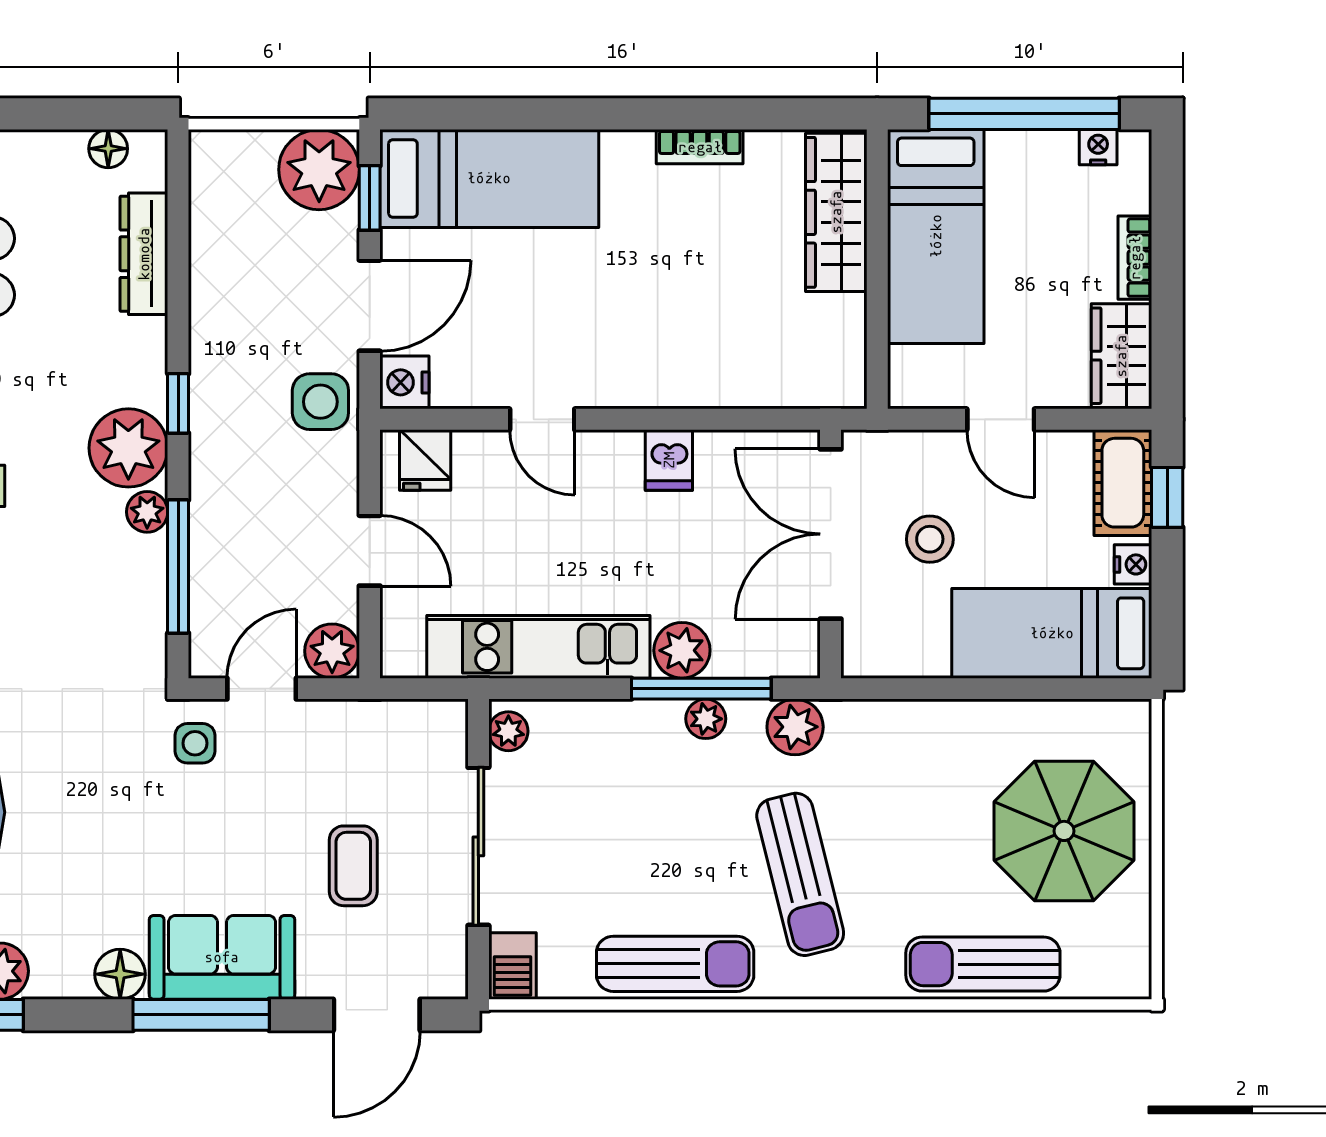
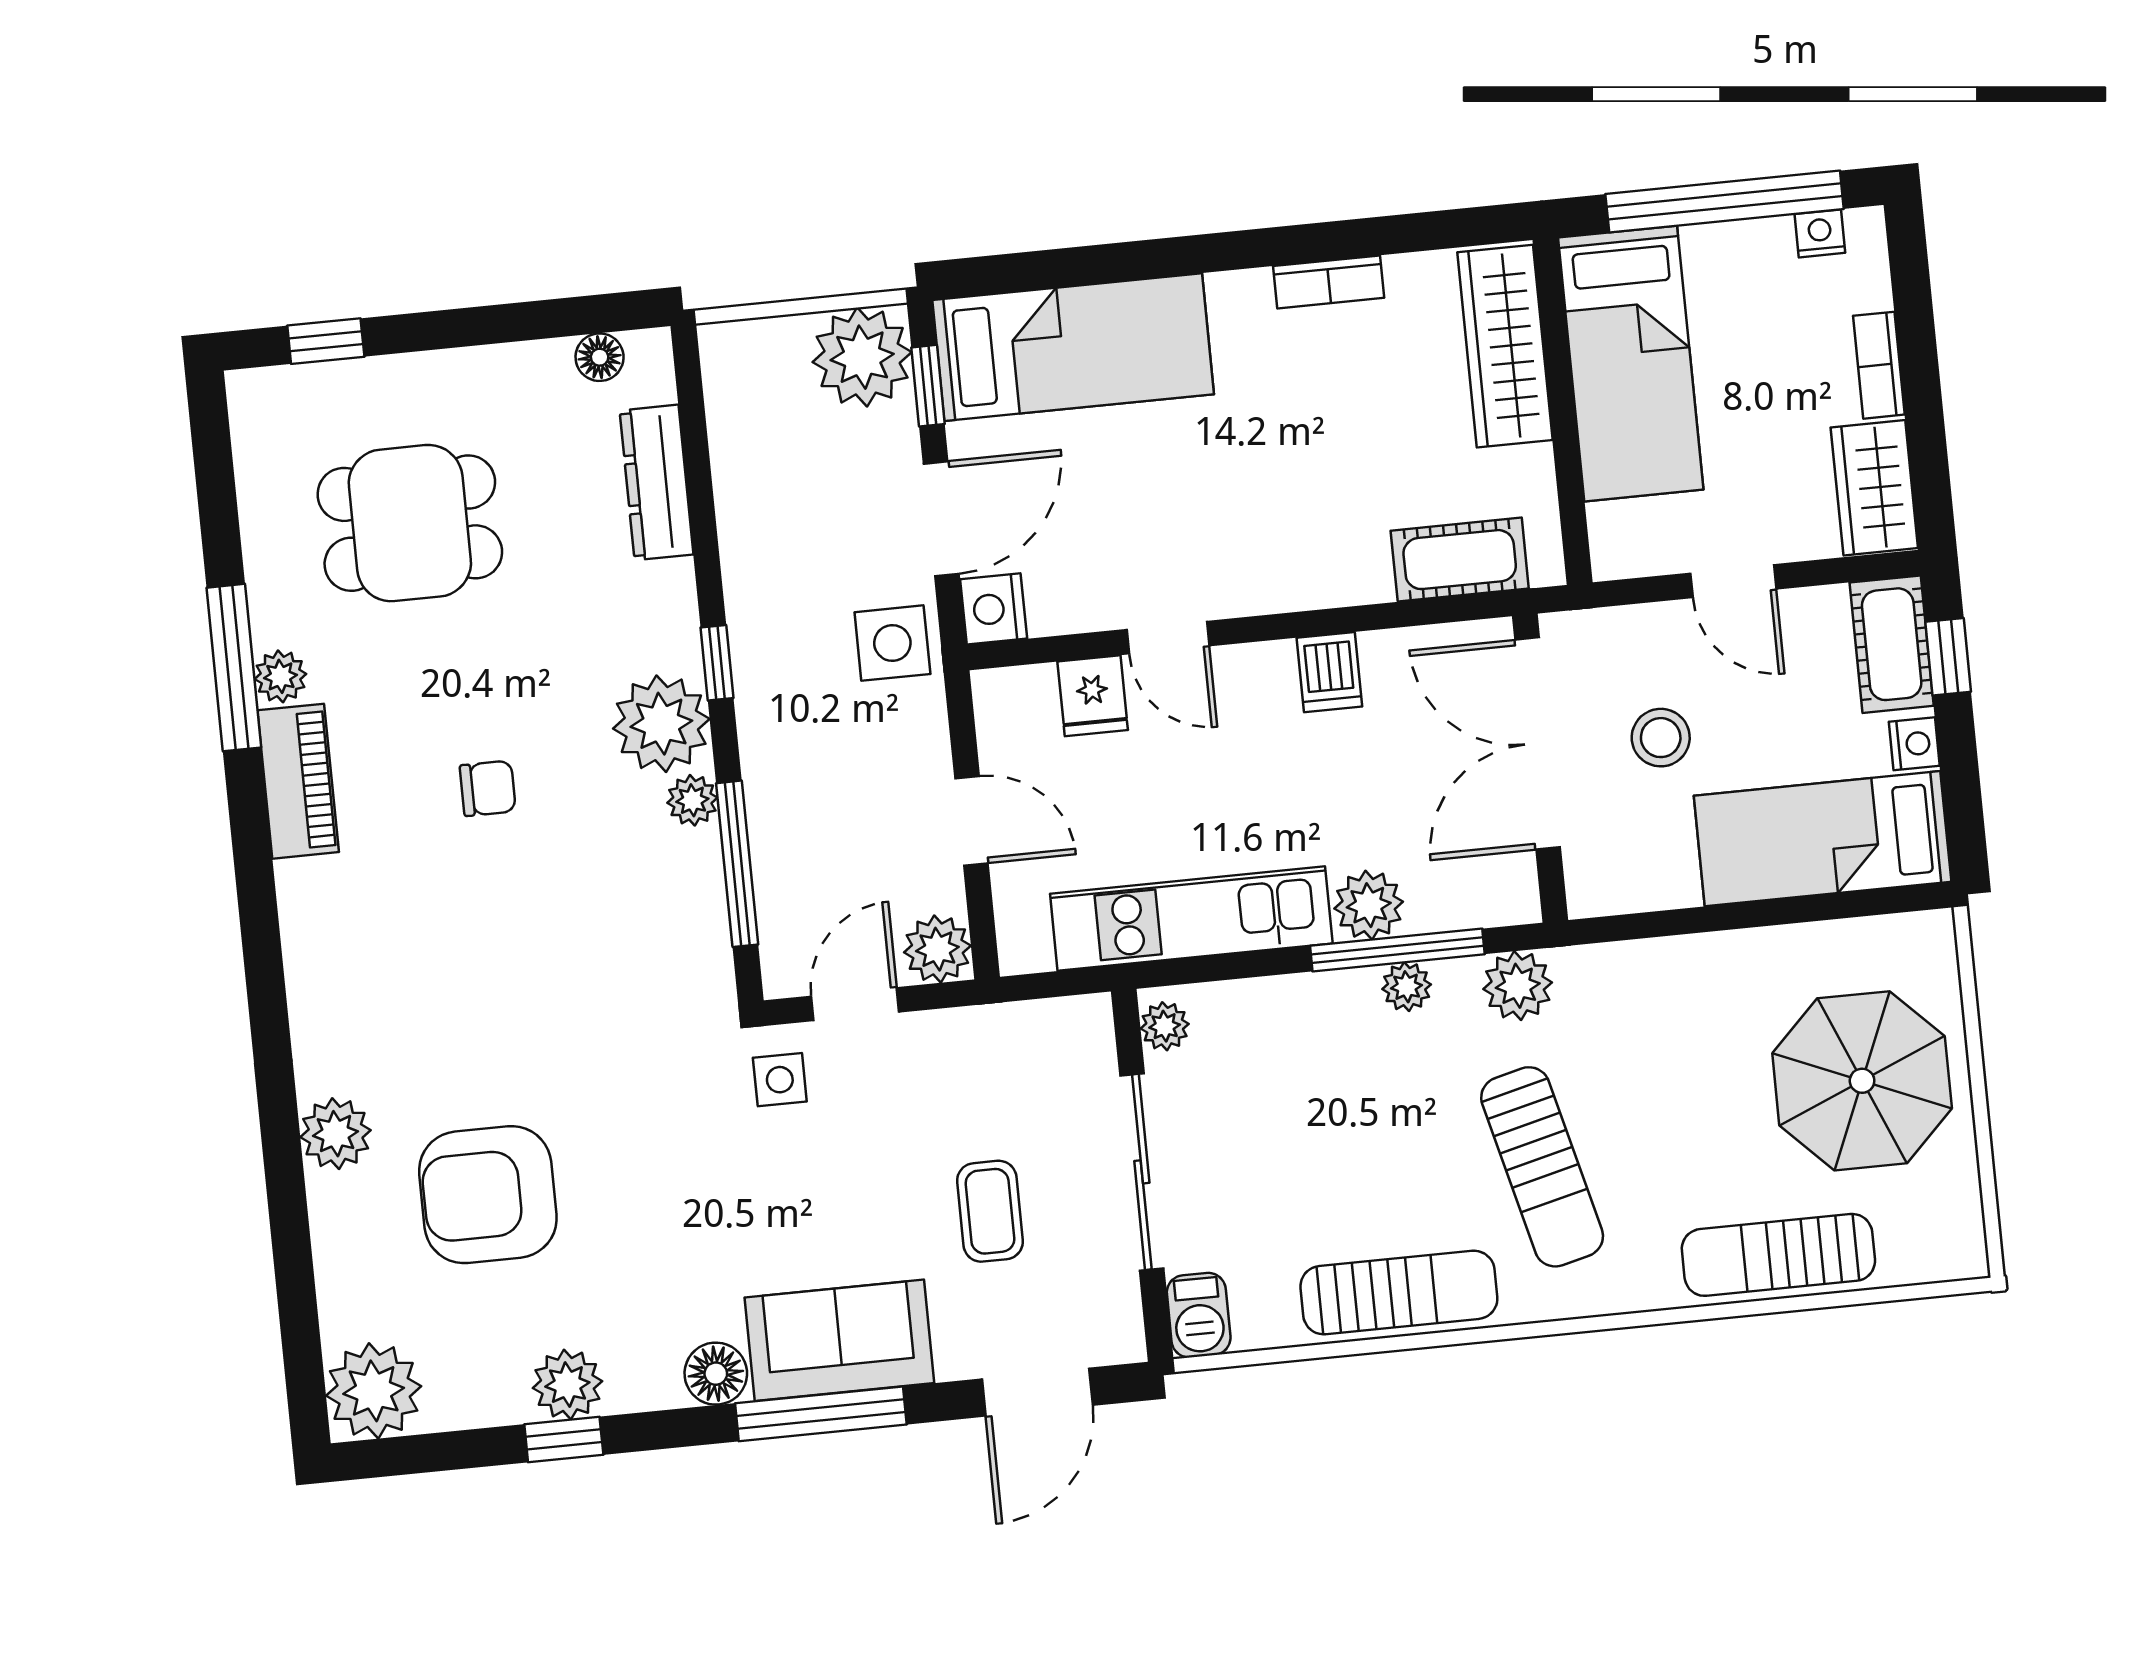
cot: (783, 380) -> (1460, 560), added
fridge: (425, 460) -> (1093, 696), moved

